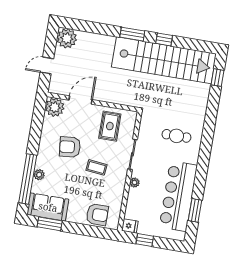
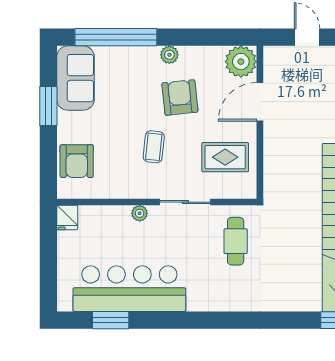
door: (80, 100) -> (260, 102), swing flipped
cafe table: (176, 136) -> (236, 241), moved
plant: (39, 175) -> (169, 55), moved
window: (50, 224) -> (48, 106), moved
window: (145, 240) -> (48, 246), removed

